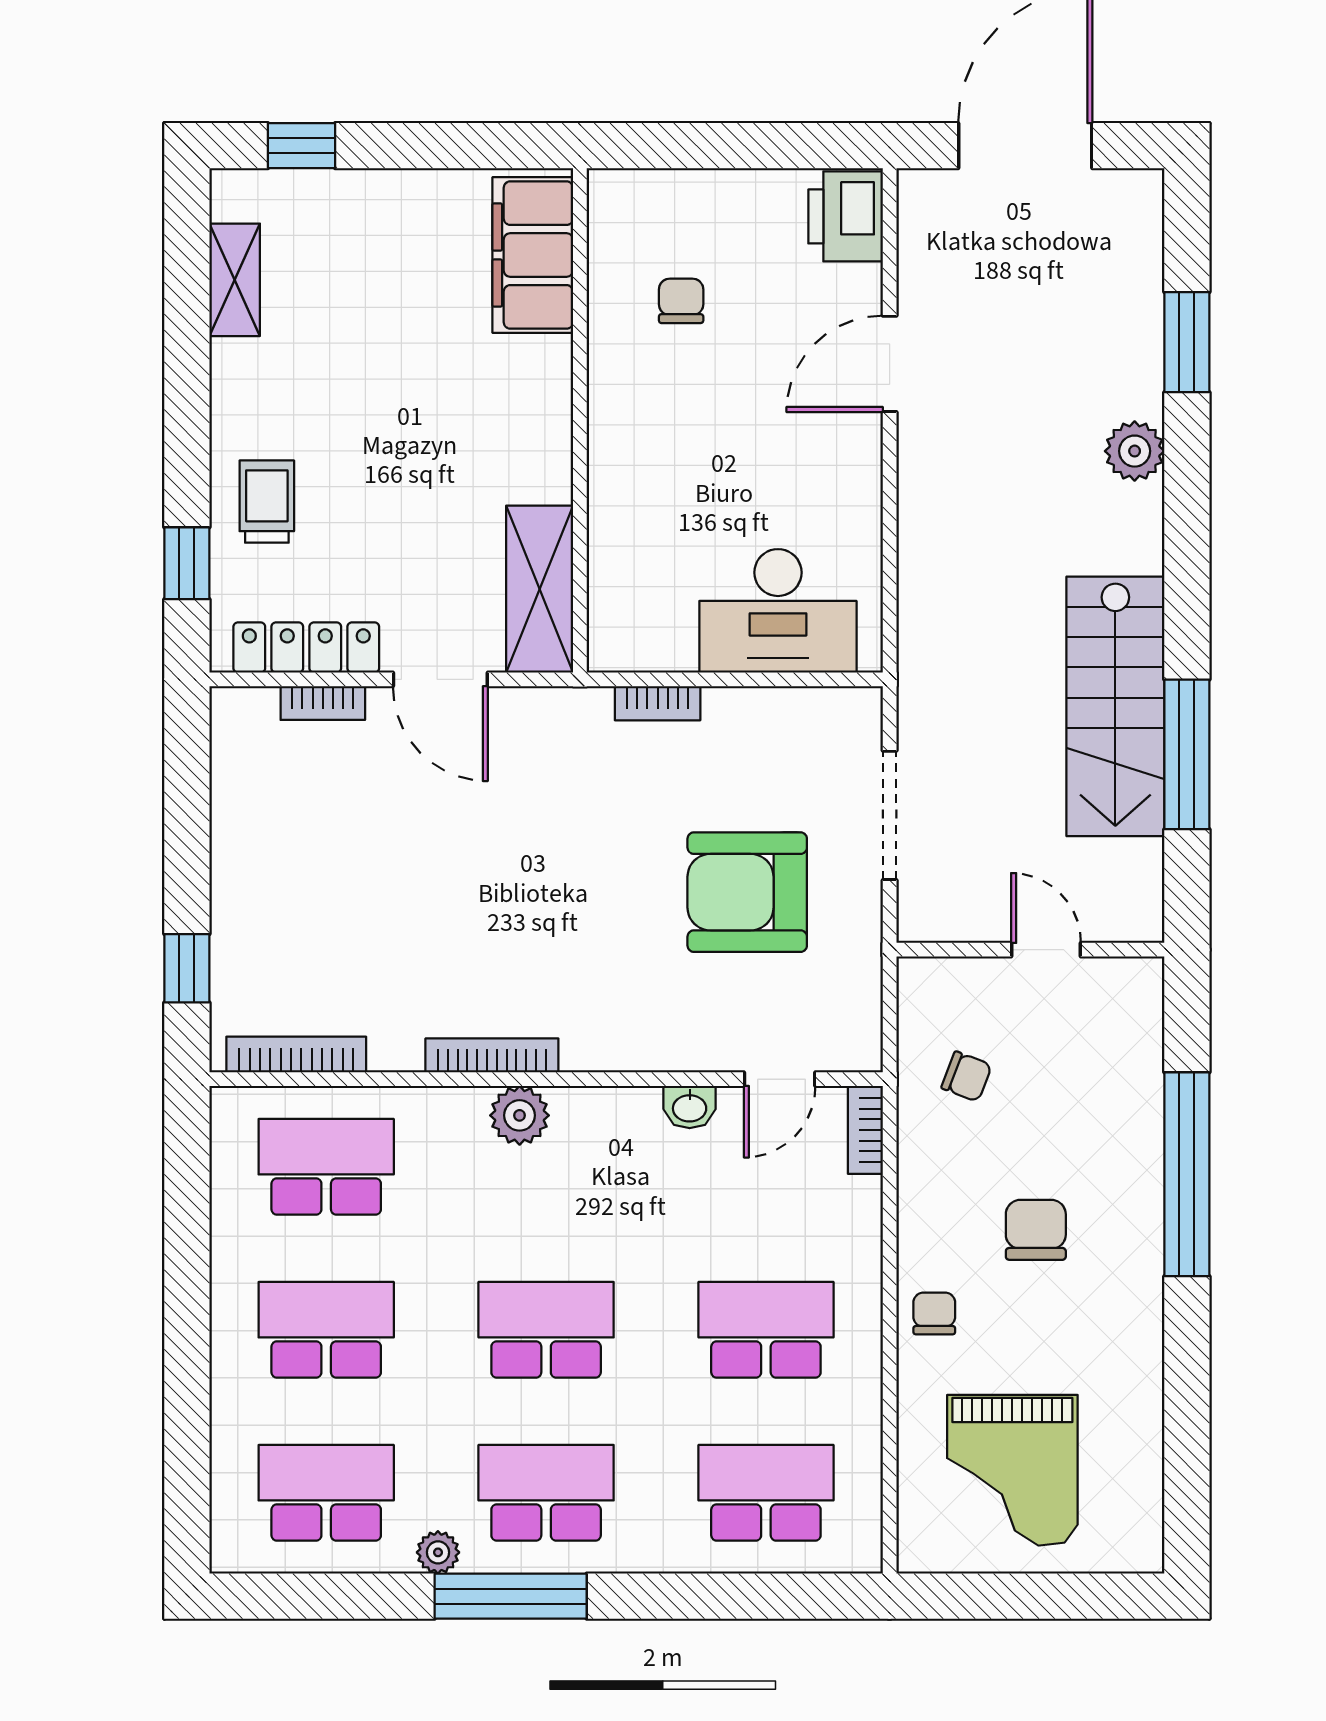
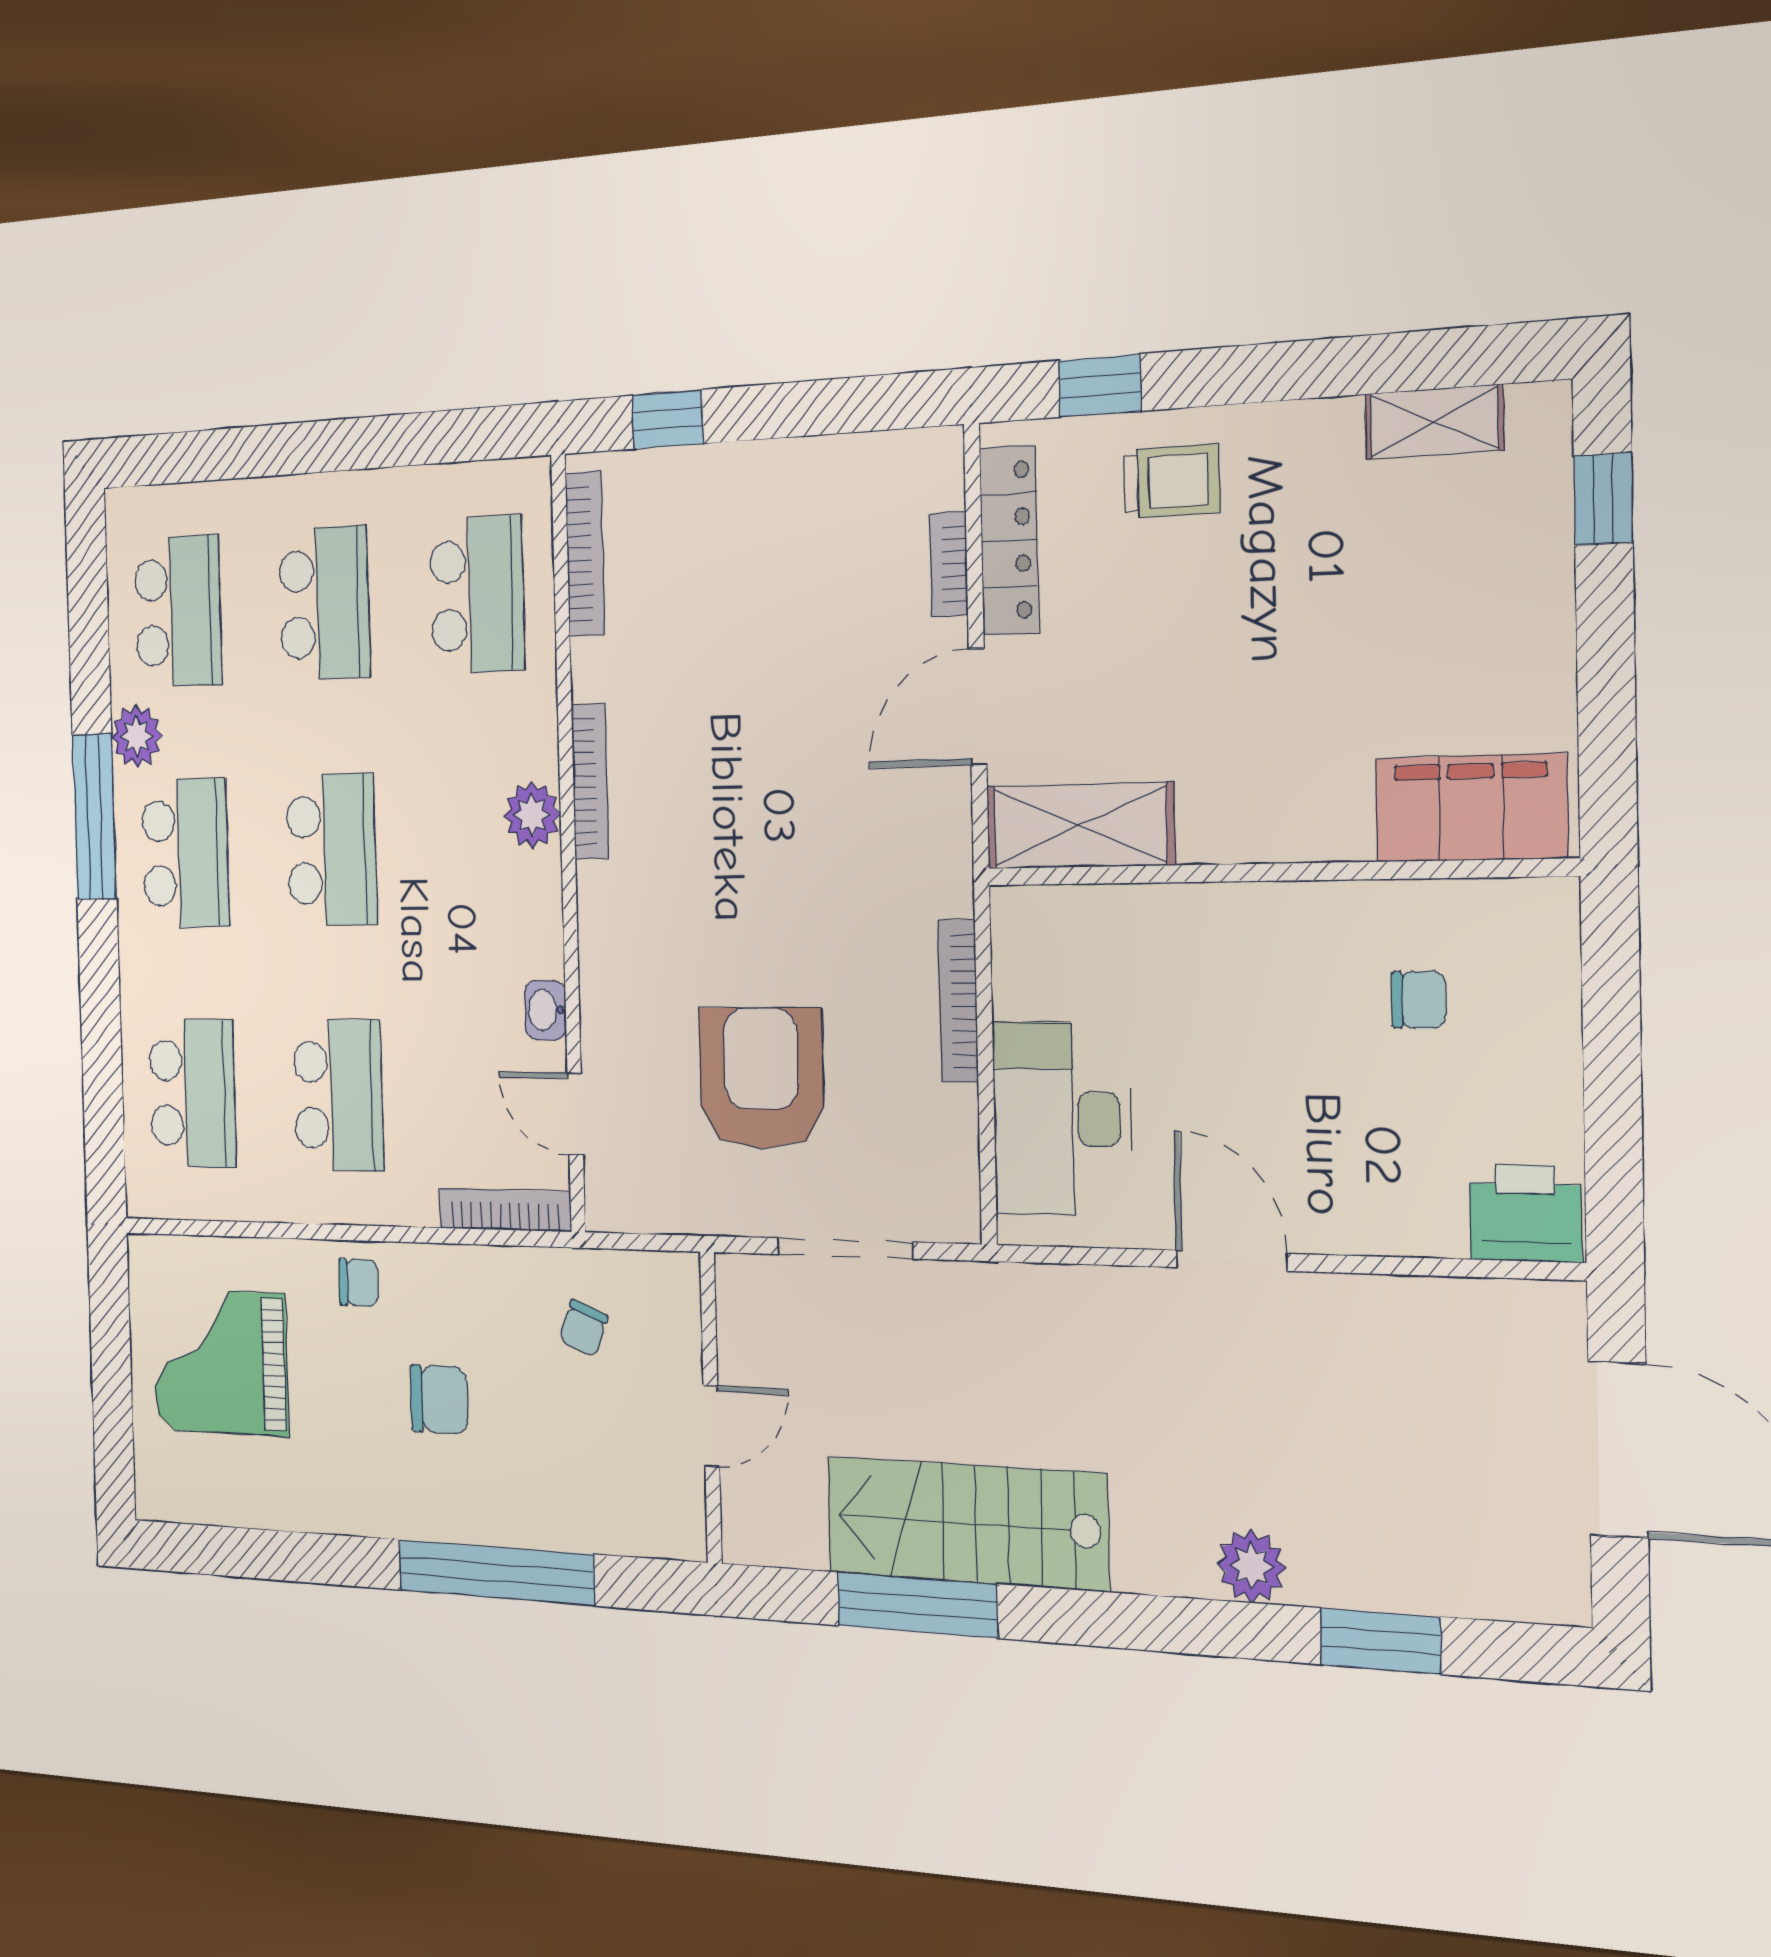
door: (890, 364) -> (1231, 1261), moved
bookcase: (658, 703) -> (958, 1001), width x1.56
bookcase: (865, 1130) -> (505, 1210), width x1.56
plant: (438, 1552) -> (137, 736), width x1.38, depth x1.38

